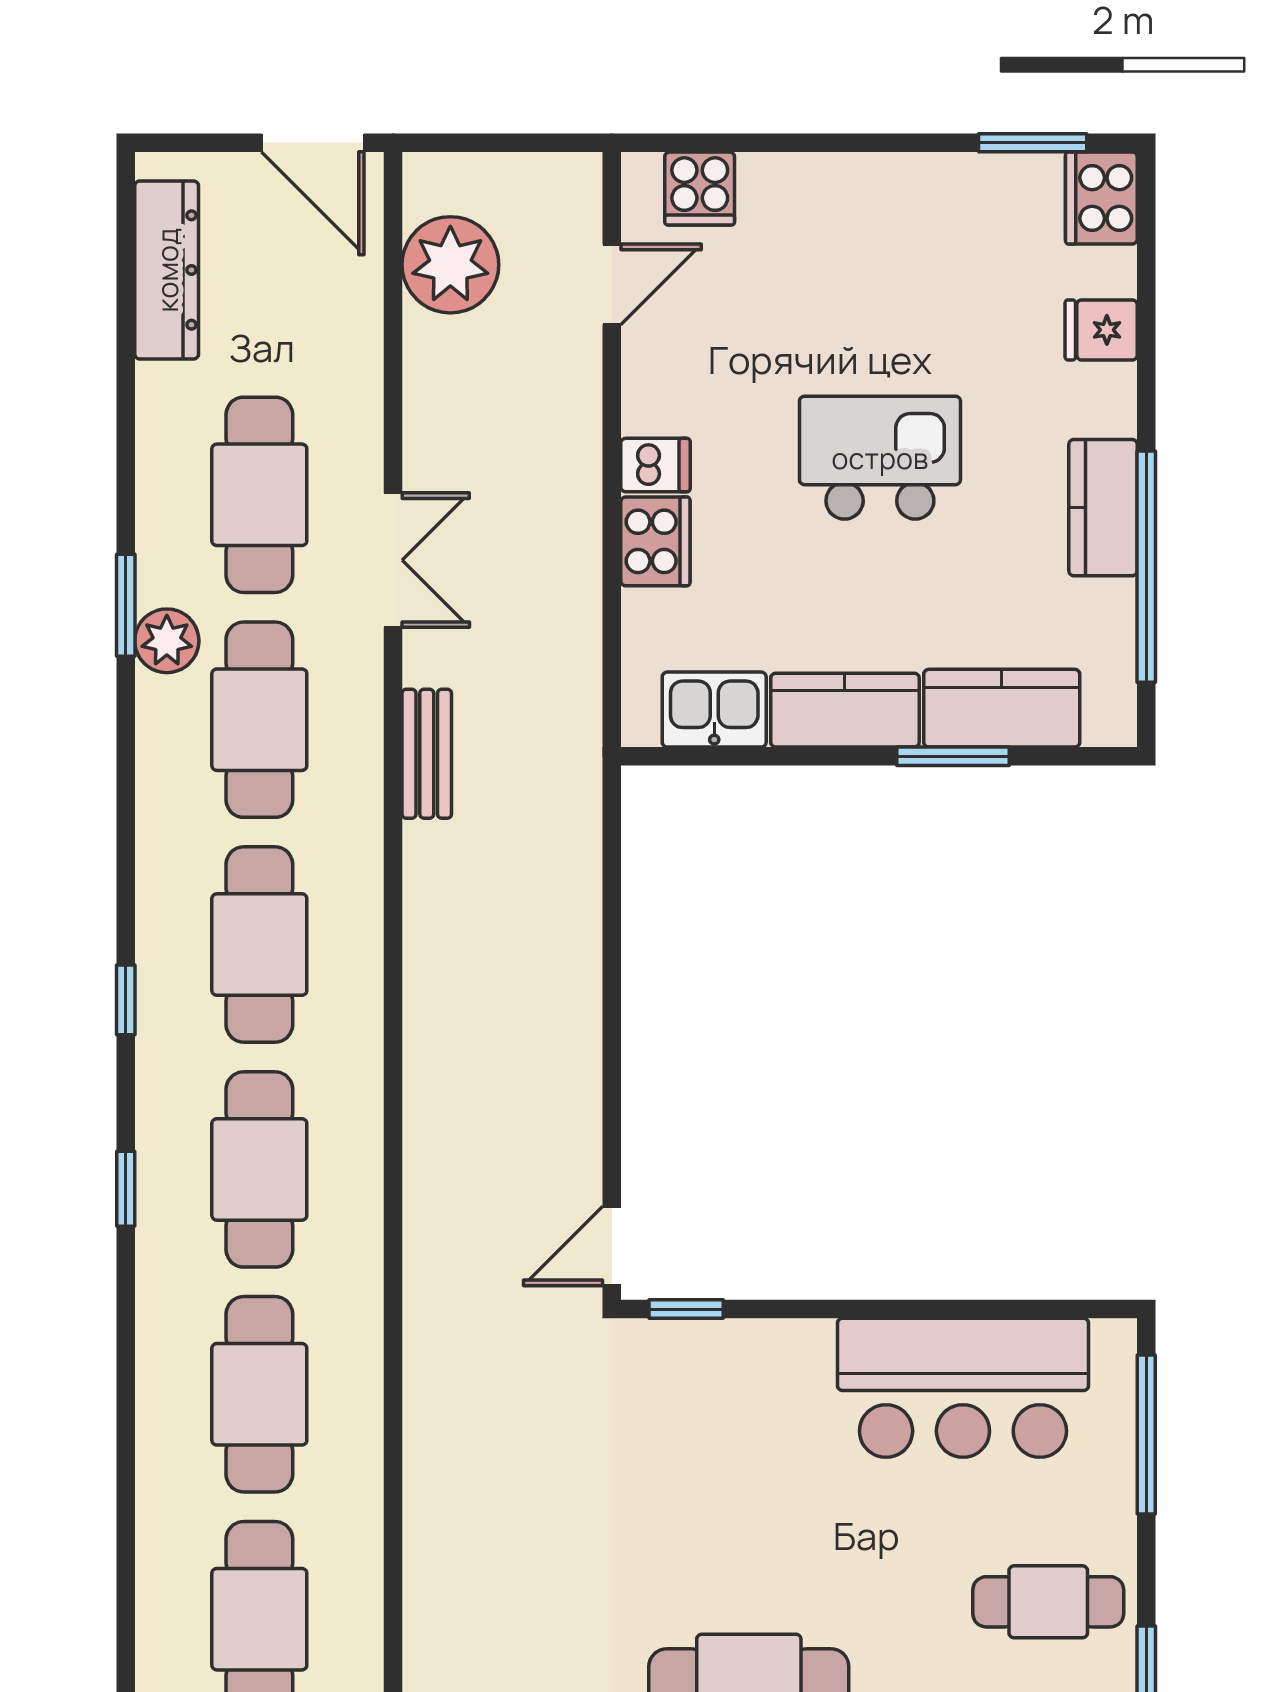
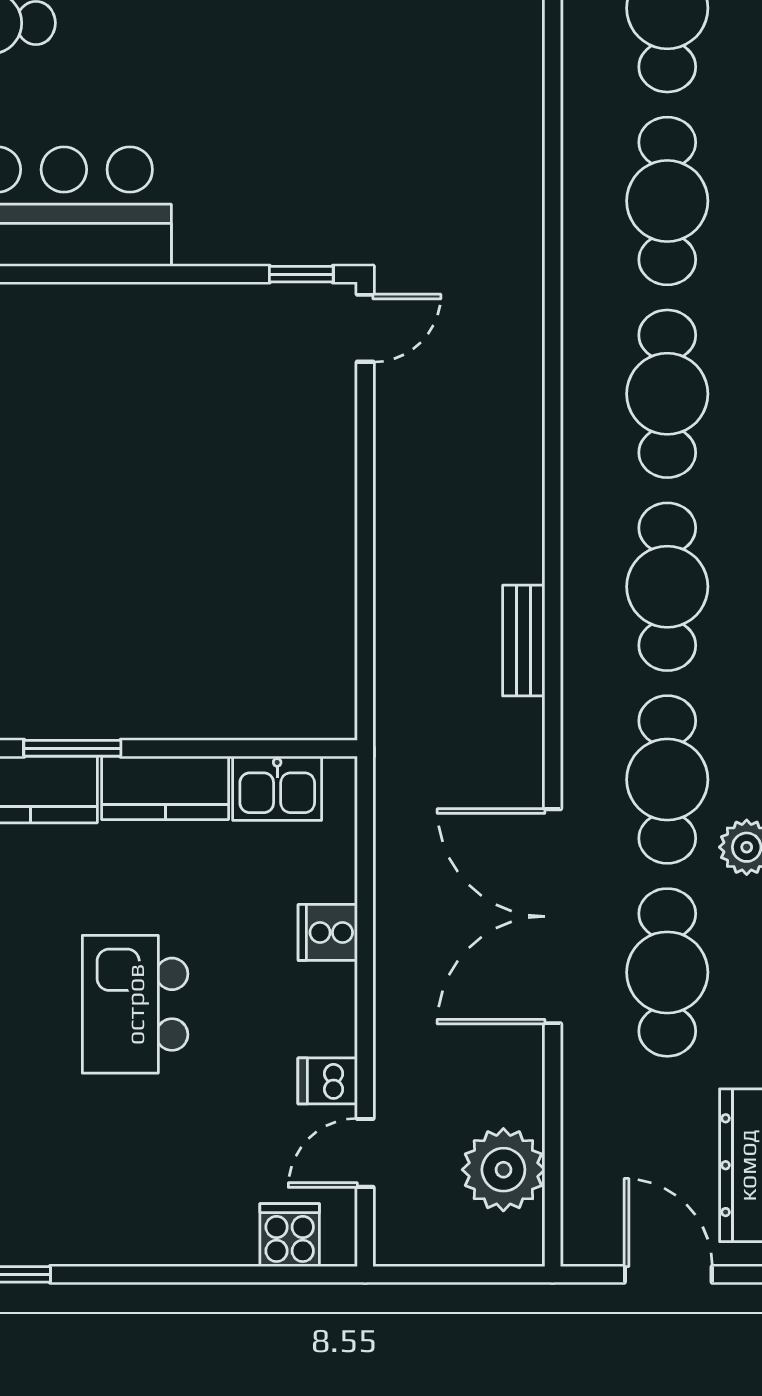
door: (313, 143) -> (668, 1274), moved
kitchen island: (880, 458) -> (135, 1004), turned 90
dishwasher: (655, 465) -> (328, 1081), moved
cooker: (655, 541) -> (328, 932), width x0.73
double door: (393, 560) -> (553, 916), width x1.87
bench: (427, 754) -> (524, 641), moved

